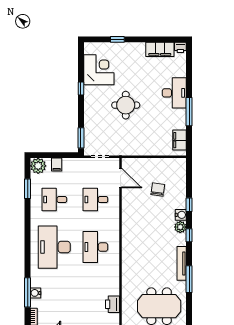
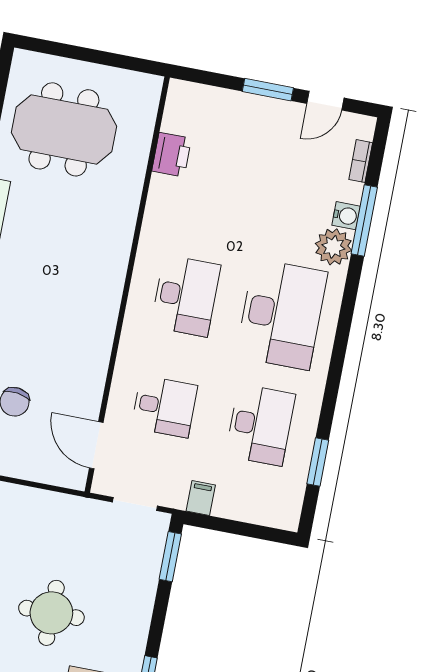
filing cabinet: (57, 165) -> (201, 498), moved
plant: (38, 166) -> (333, 247), moved
desk: (54, 200) -> (260, 425), width x1.37

